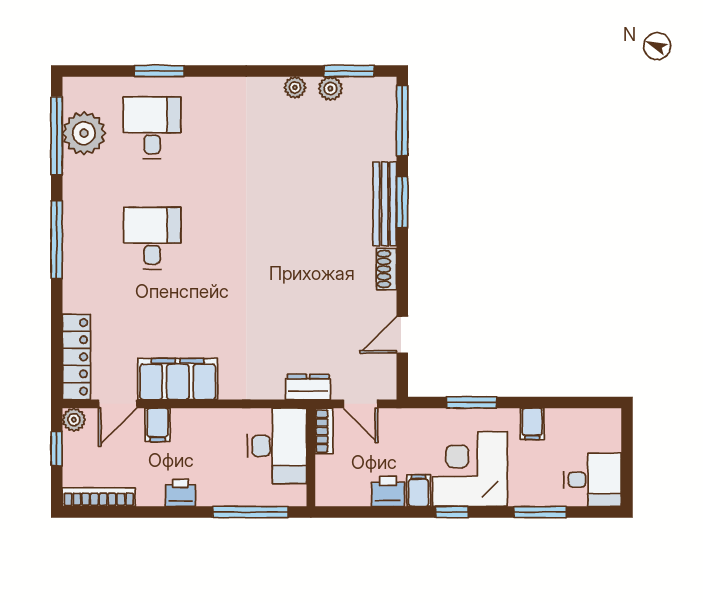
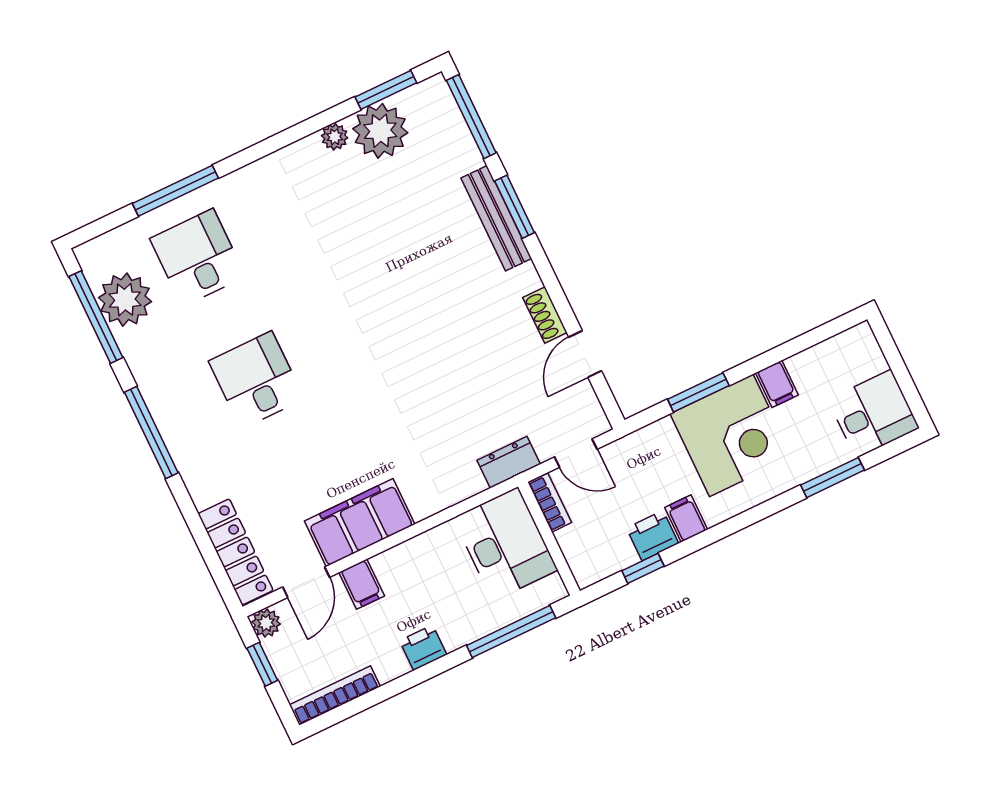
window: (159, 71) -> (175, 191), width x1.44
plant: (330, 89) -> (380, 131), width x1.88, depth x1.88
shoe rack: (386, 269) -> (545, 315), moved
corner desk: (470, 469) -> (731, 435), moved, turned 180
window: (452, 512) -> (643, 568), moved

